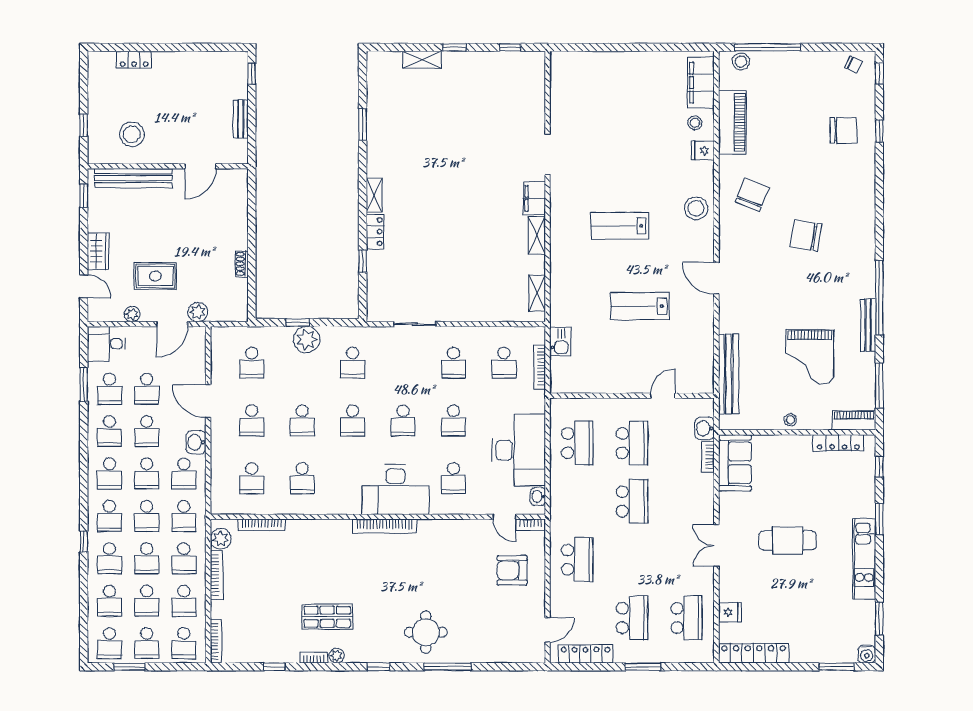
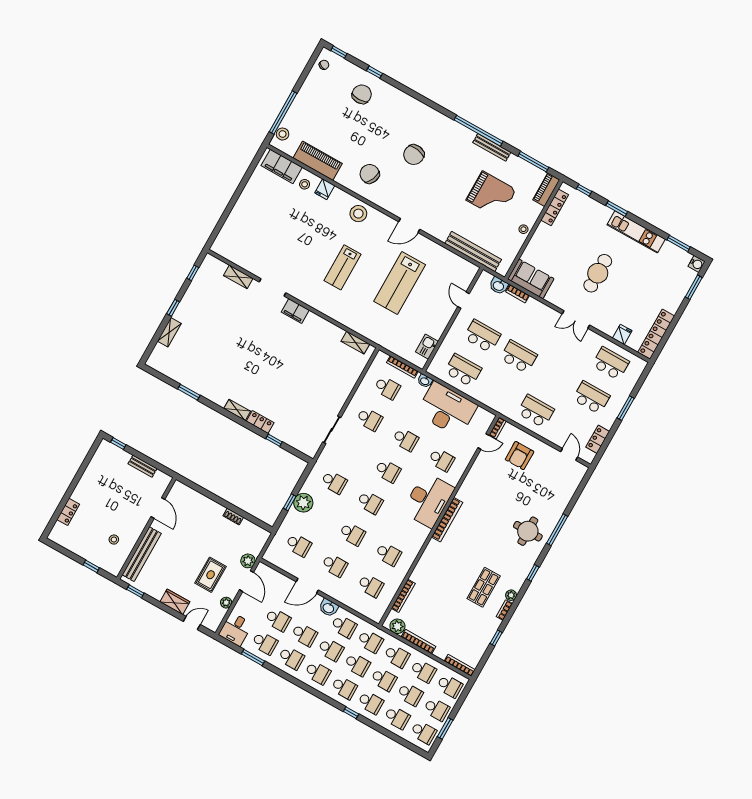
stool: (132, 134) -> (114, 540), width x0.53, depth x0.53
shelving: (537, 235) -> (238, 277), moved
lab bench: (640, 306) -> (400, 283), width x1.36, depth x1.39
kitchen sink: (560, 342) -> (427, 347), moved, turned -90
washbasin: (538, 497) -> (425, 381), moved
locker: (585, 654) -> (598, 439), width x0.66

